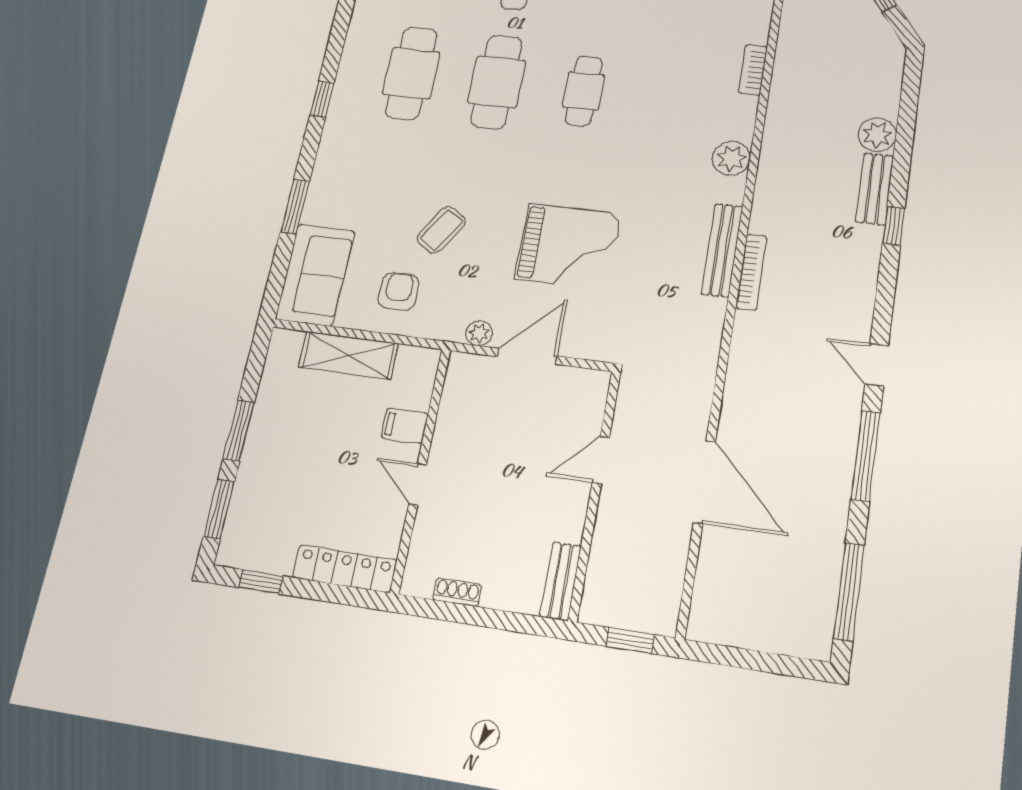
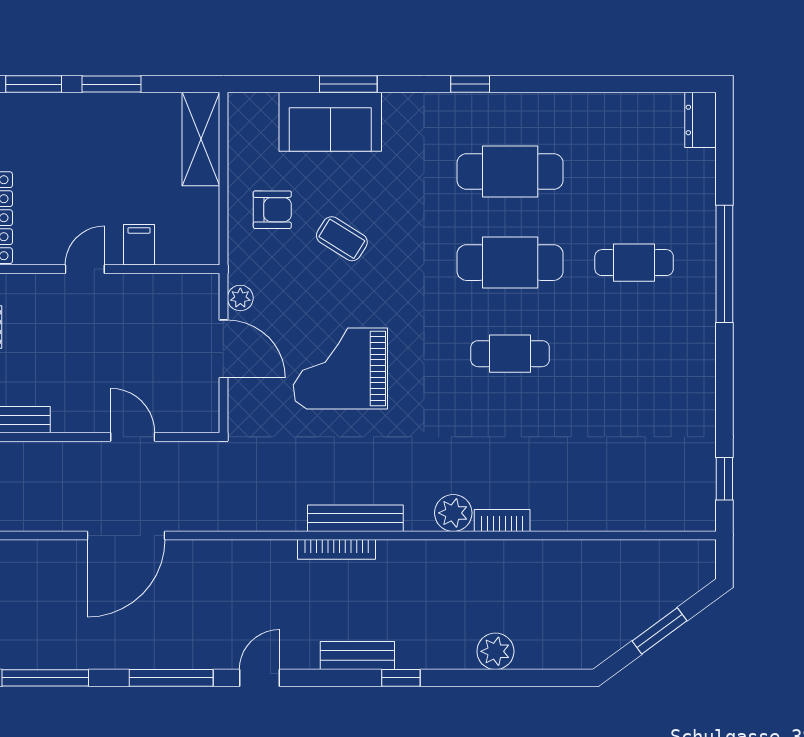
bookcase: (753, 70) -> (502, 520), moved
bench: (875, 189) -> (357, 656), moved
grand piano: (568, 246) -> (340, 369), turned 90
sofa: (315, 275) -> (330, 122), moved
shelving: (348, 355) -> (201, 139), moved

